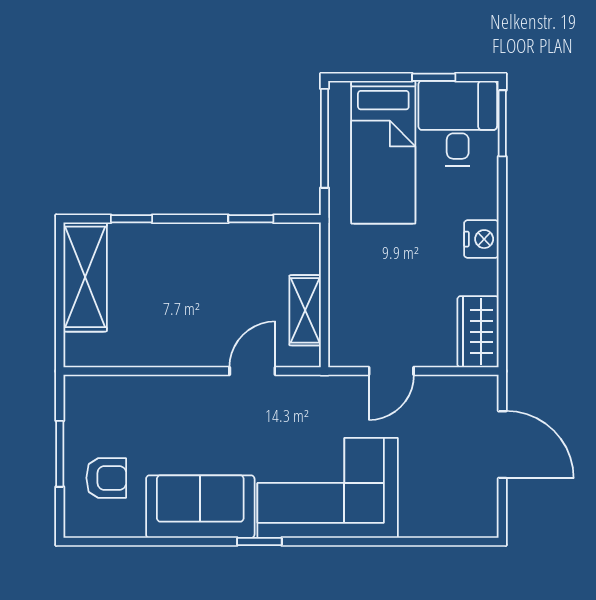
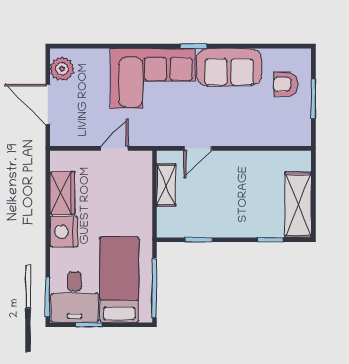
nightstand: (481, 239) -> (64, 232), width x1.36, depth x1.33
wardrobe: (478, 332) -> (62, 193), moved
plant: (479, 504) -> (62, 69), added

